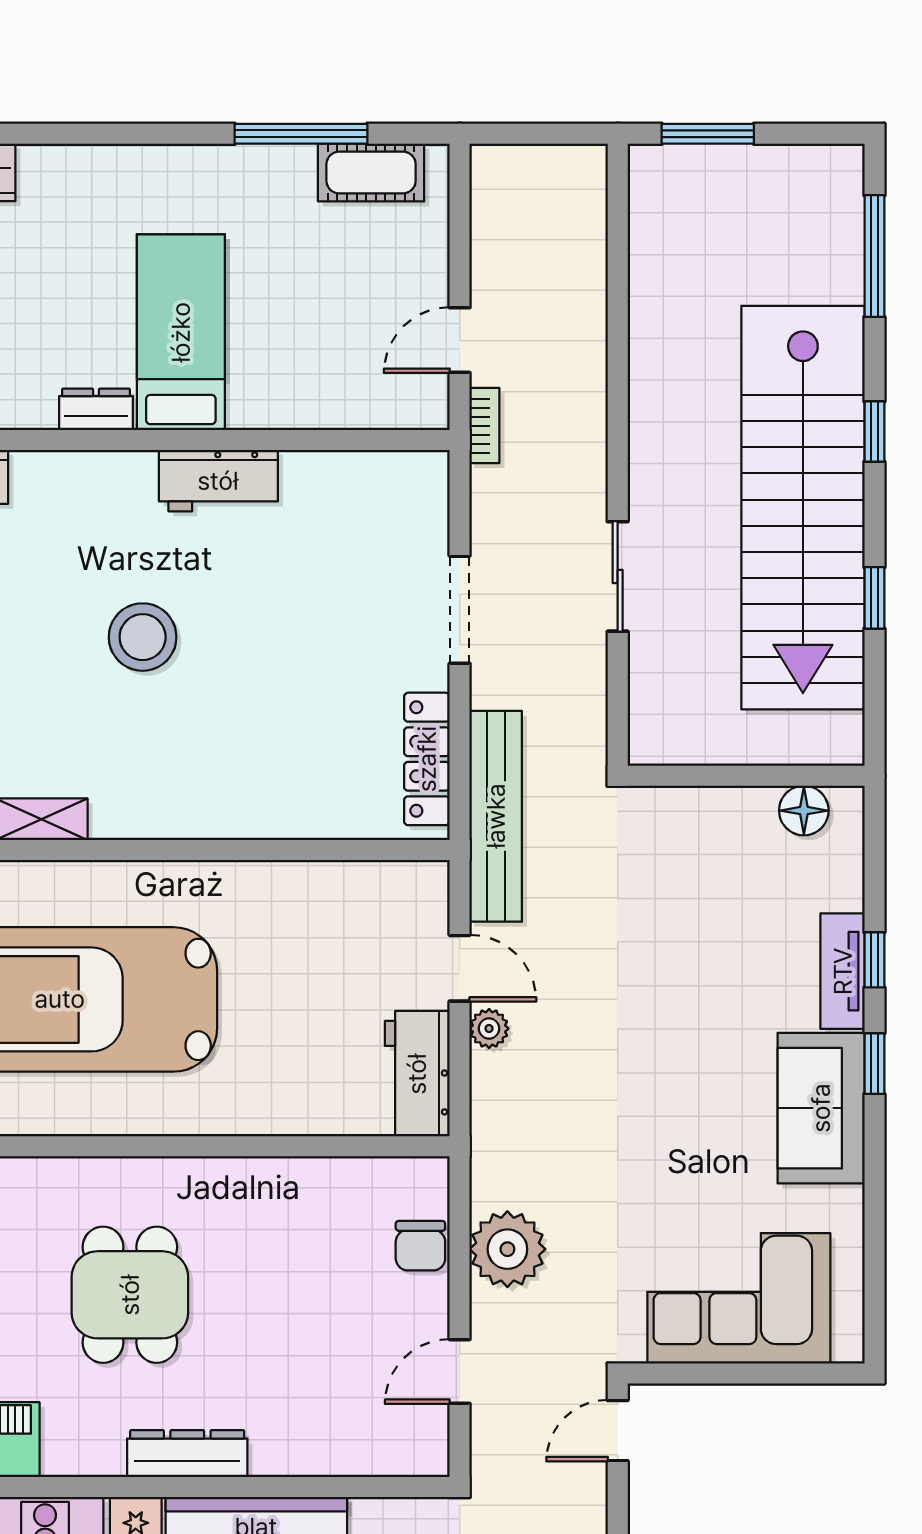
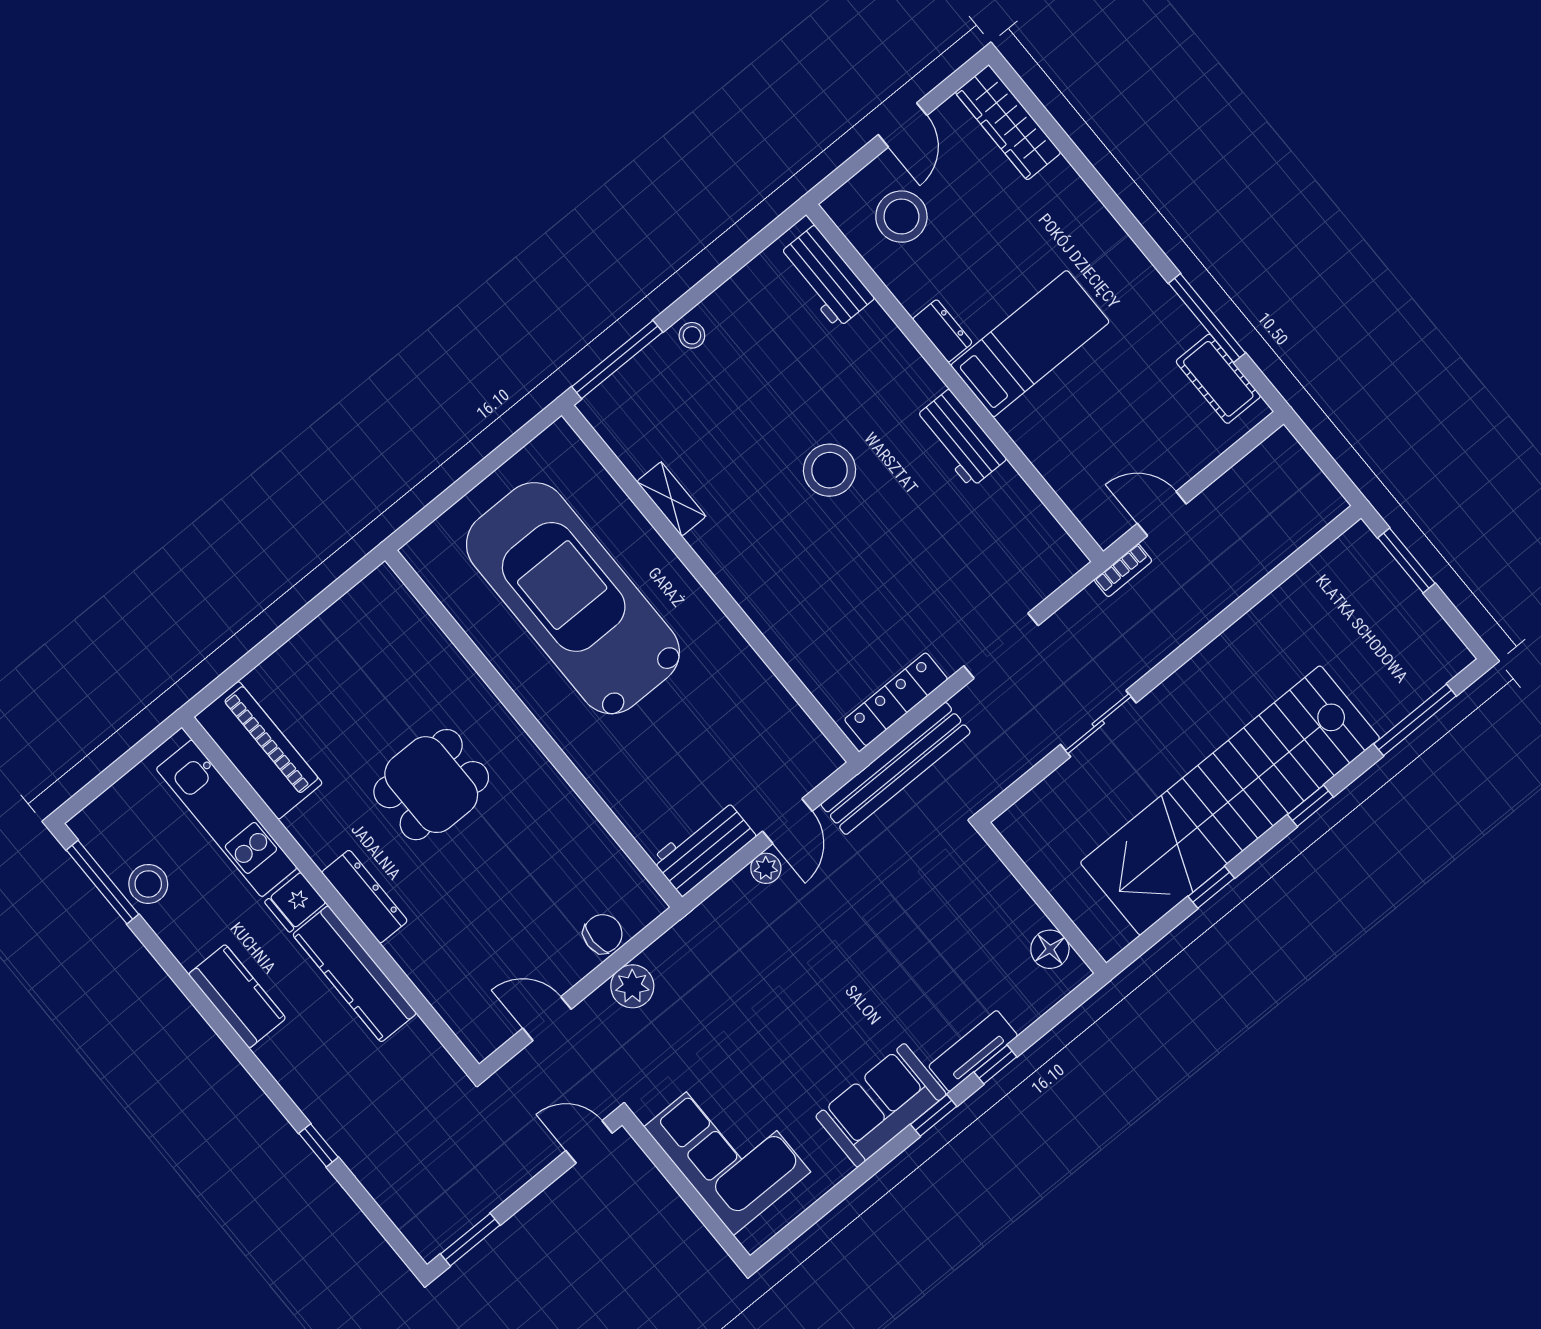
chair: (420, 1246) -> (603, 934), turned 180
plant: (507, 1249) -> (632, 986), width x0.73, depth x0.73

